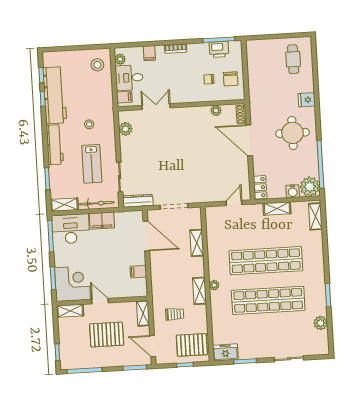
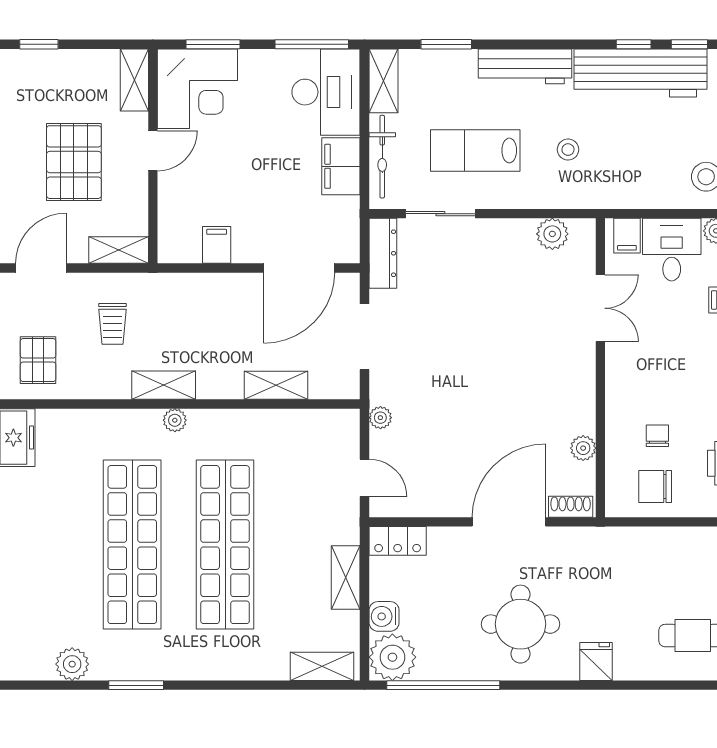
plant: (208, 198) -> (380, 418), added
pallet: (192, 345) -> (38, 360), width x0.67, depth x0.71

